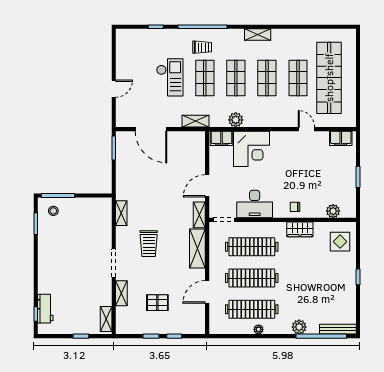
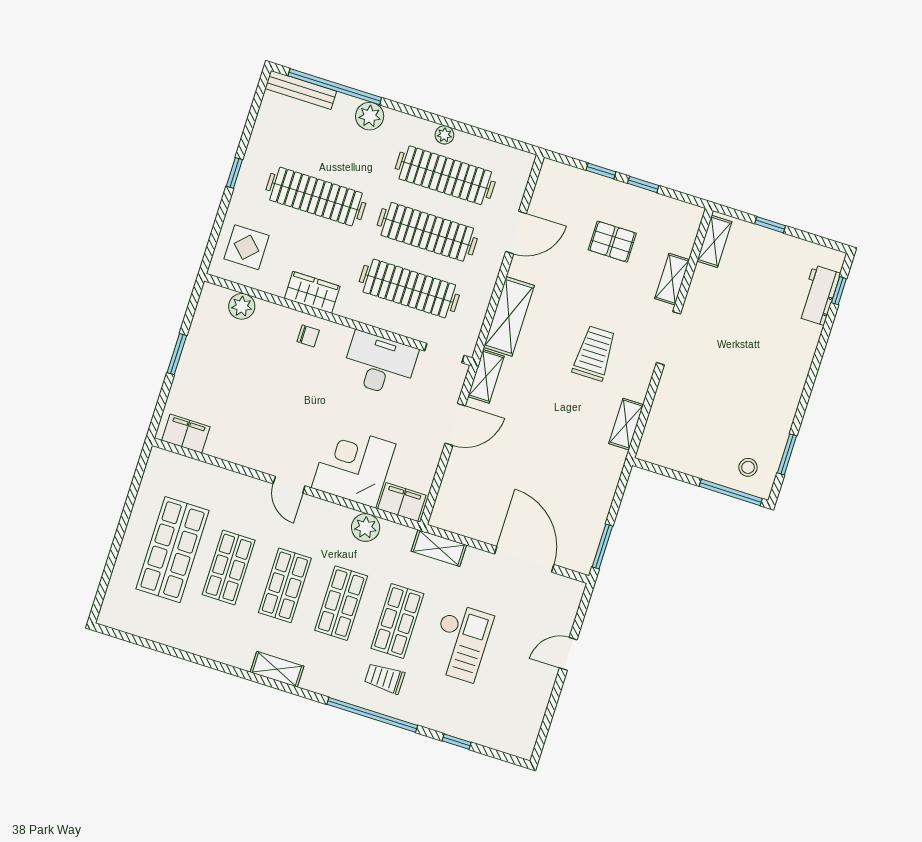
checkout: (170, 77) -> (460, 642), turned 180
shop shelf: (329, 78) -> (172, 550), width x0.71
door: (306, 129) -> (289, 485), moved
clothes rail: (313, 278) -> (316, 197), added

